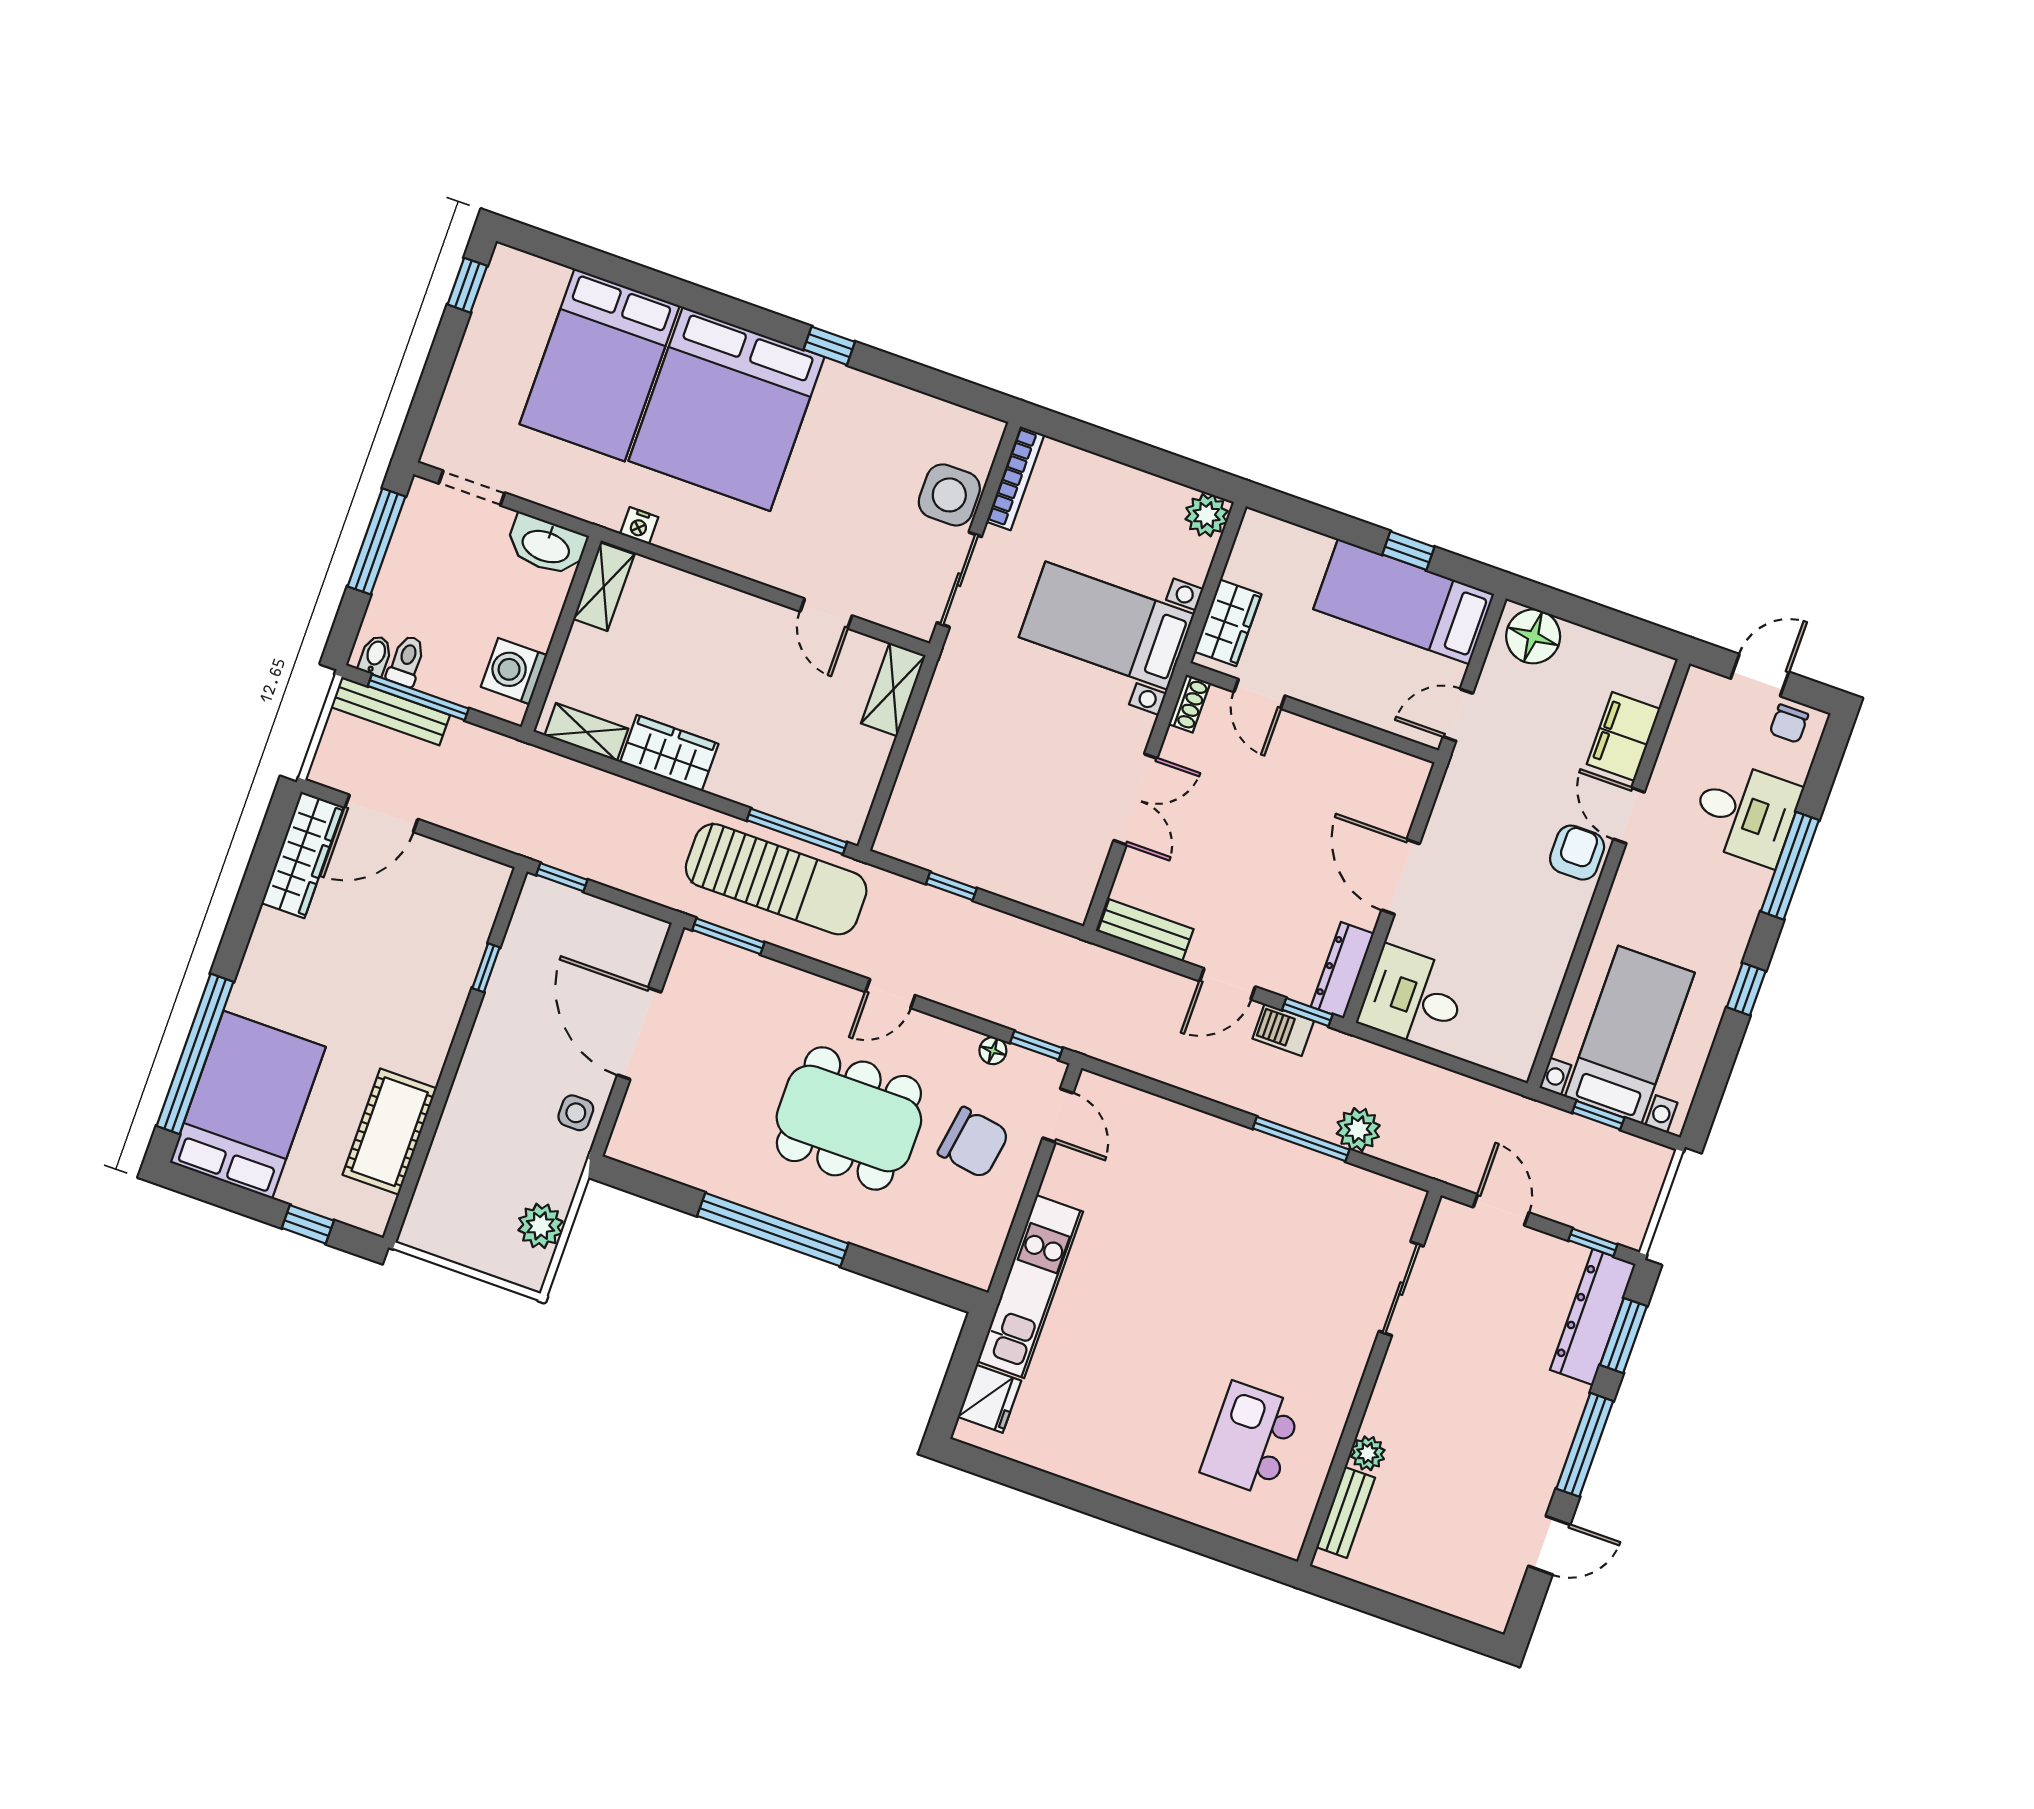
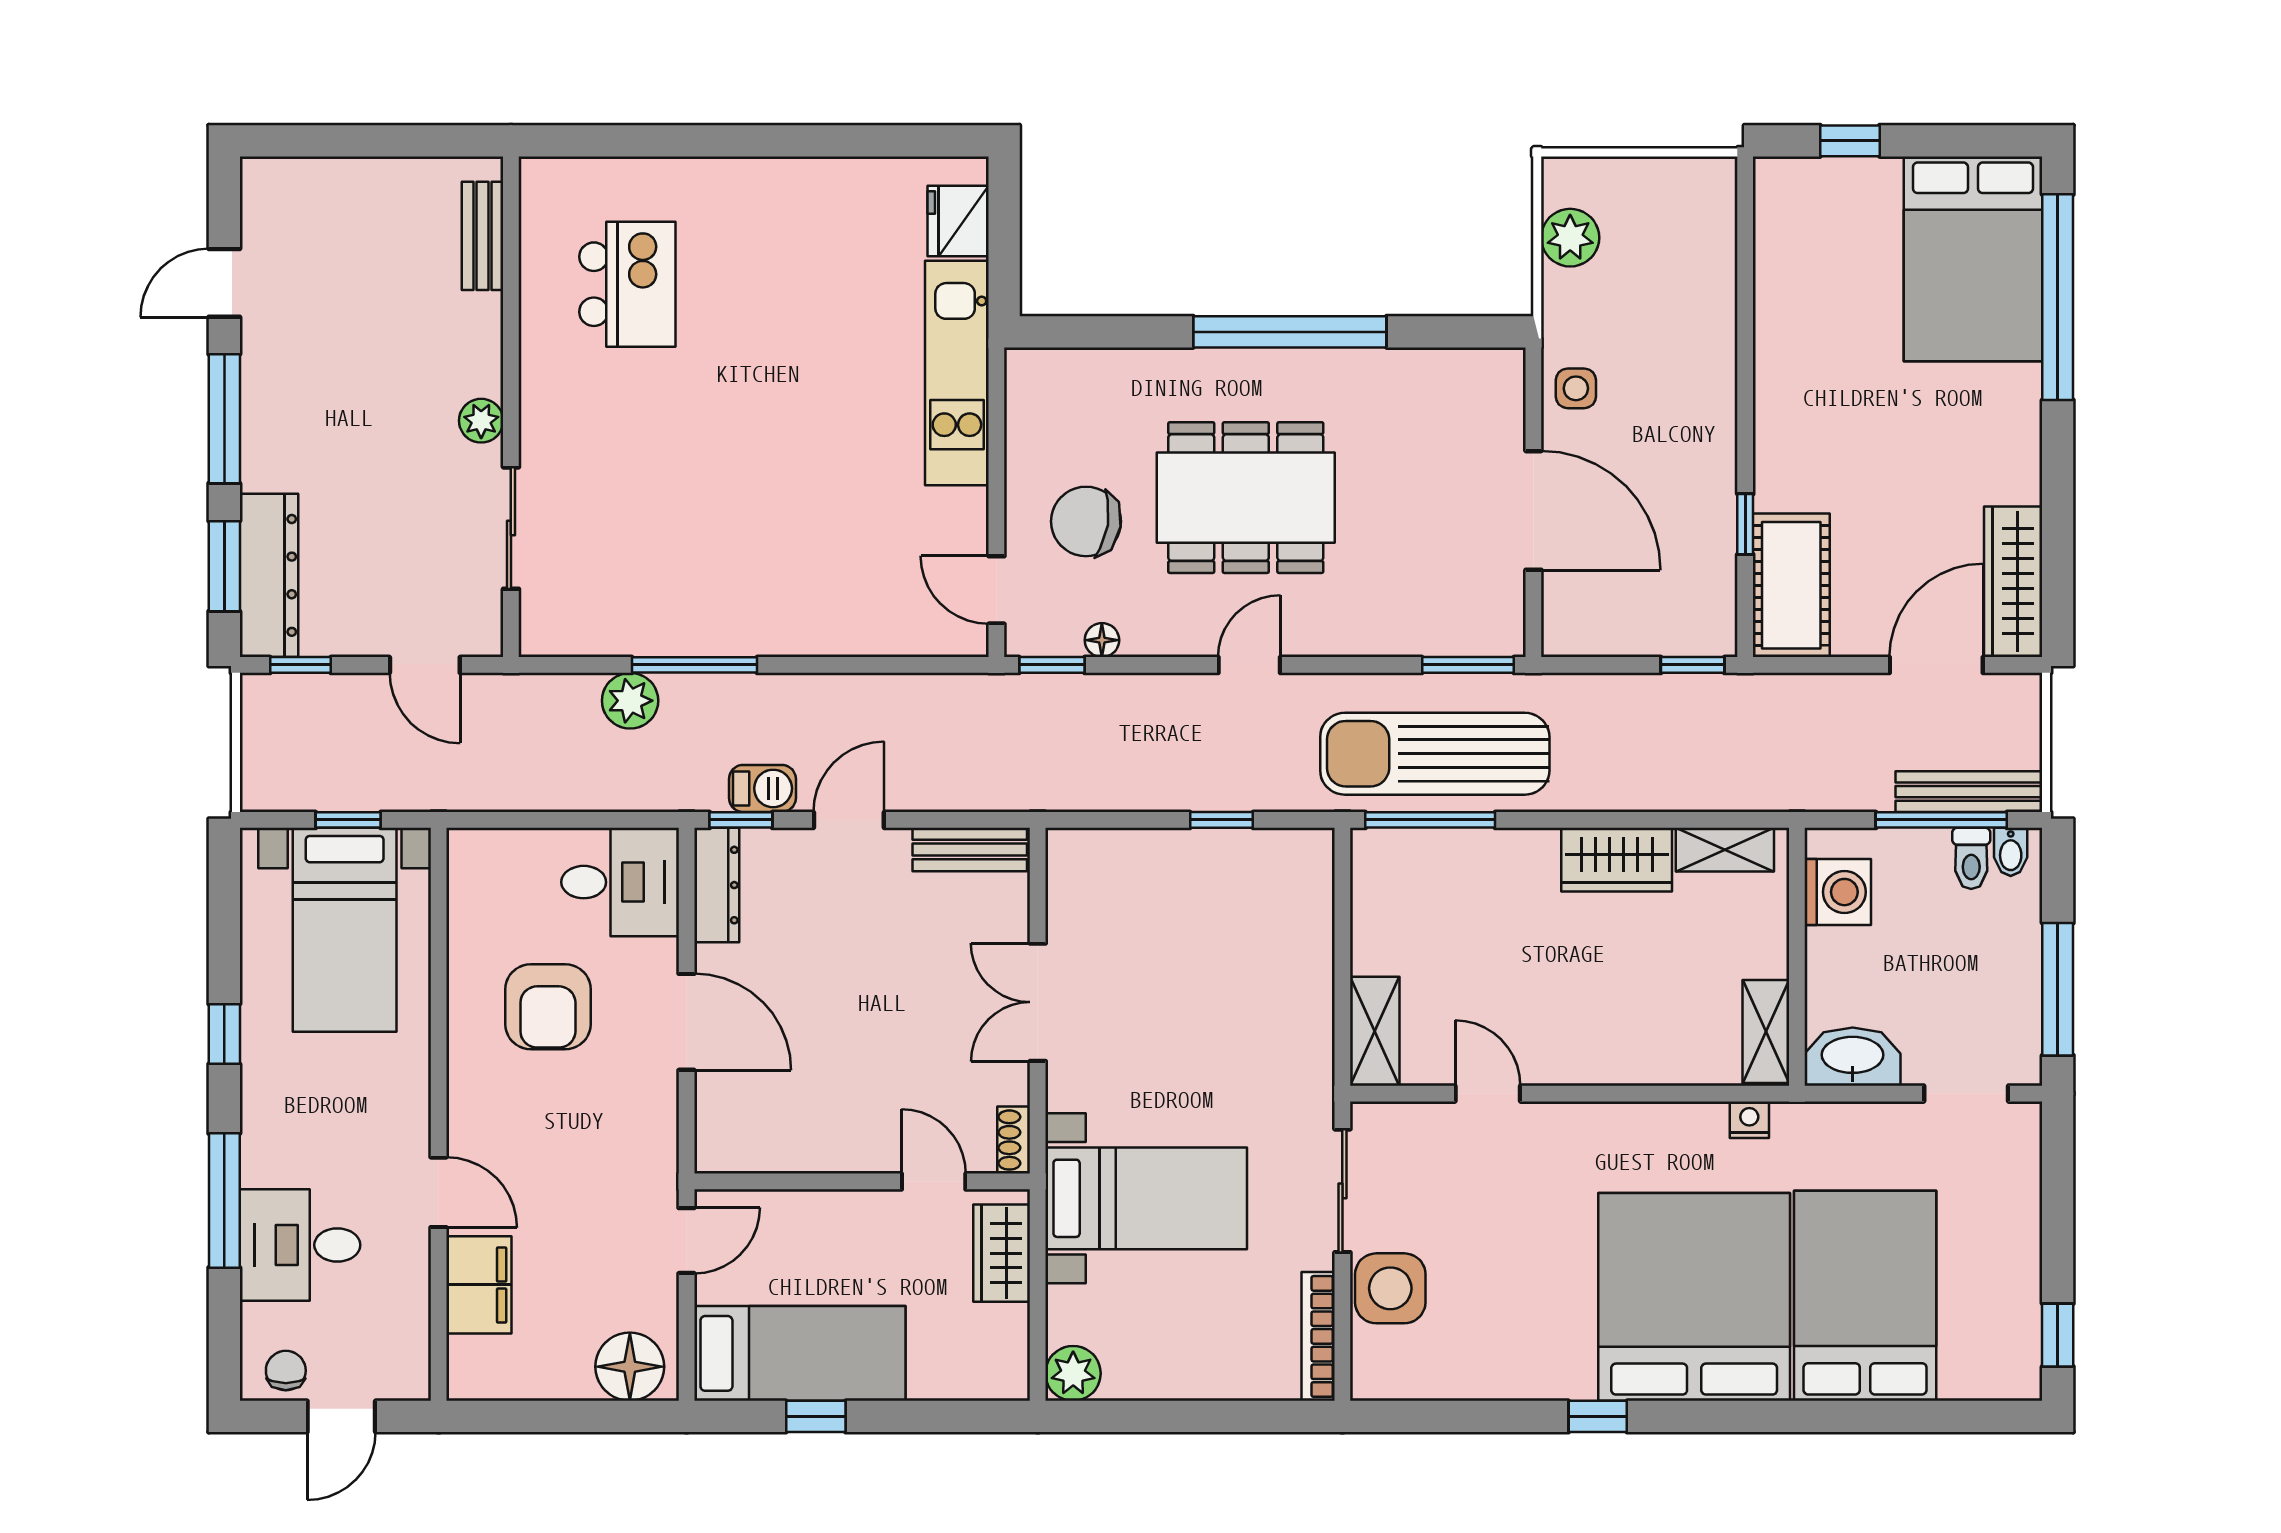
armchair: (1577, 853) -> (548, 1007), moved, width x1.38, depth x1.38
cot: (390, 1132) -> (1791, 585), moved
plant: (1368, 1453) -> (481, 421), moved

